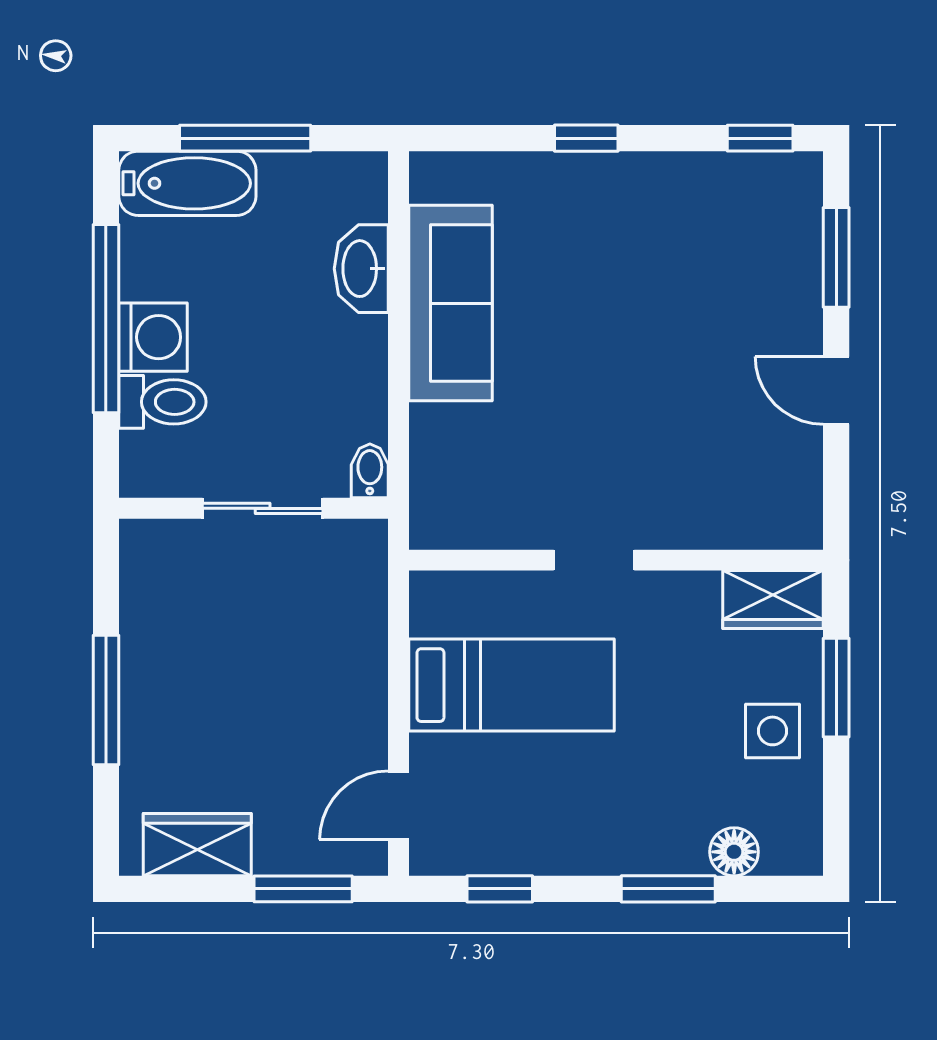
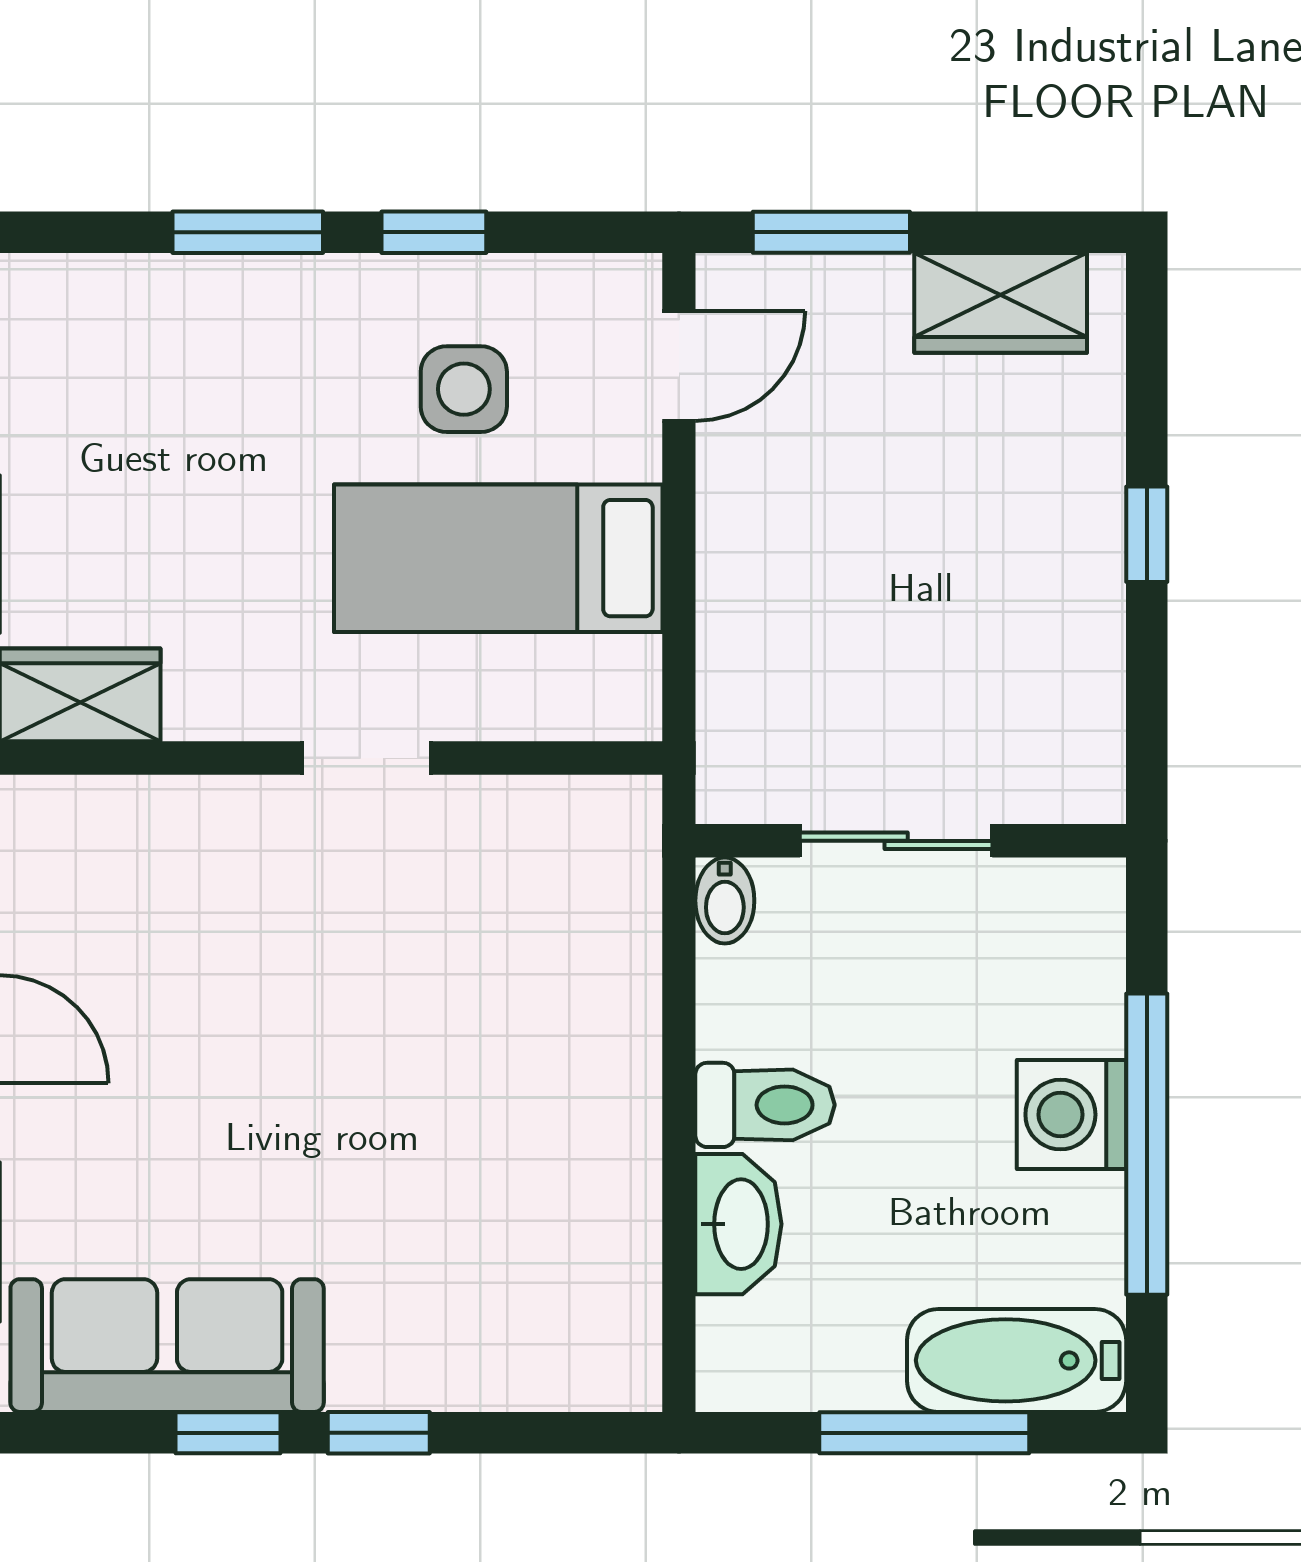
window: (760, 138) -> (228, 1433), moved
sofa: (451, 303) -> (167, 1346), moved, turned 90
toilet: (162, 402) -> (765, 1105), moved, turned 180
window: (106, 700) -> (1147, 534), width x0.46
side table: (772, 731) -> (464, 389), moved
floor lamp: (734, 852) -> (142, 292), removed
window: (500, 889) -> (434, 232), moved

